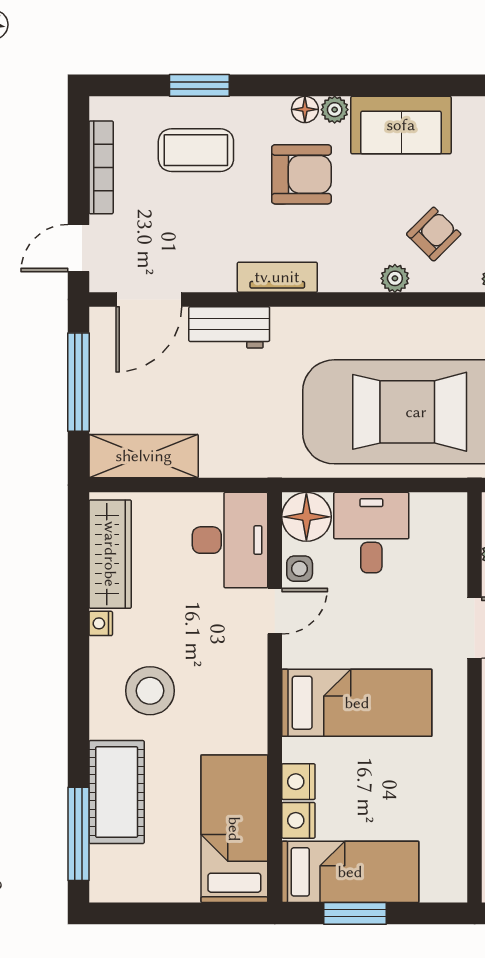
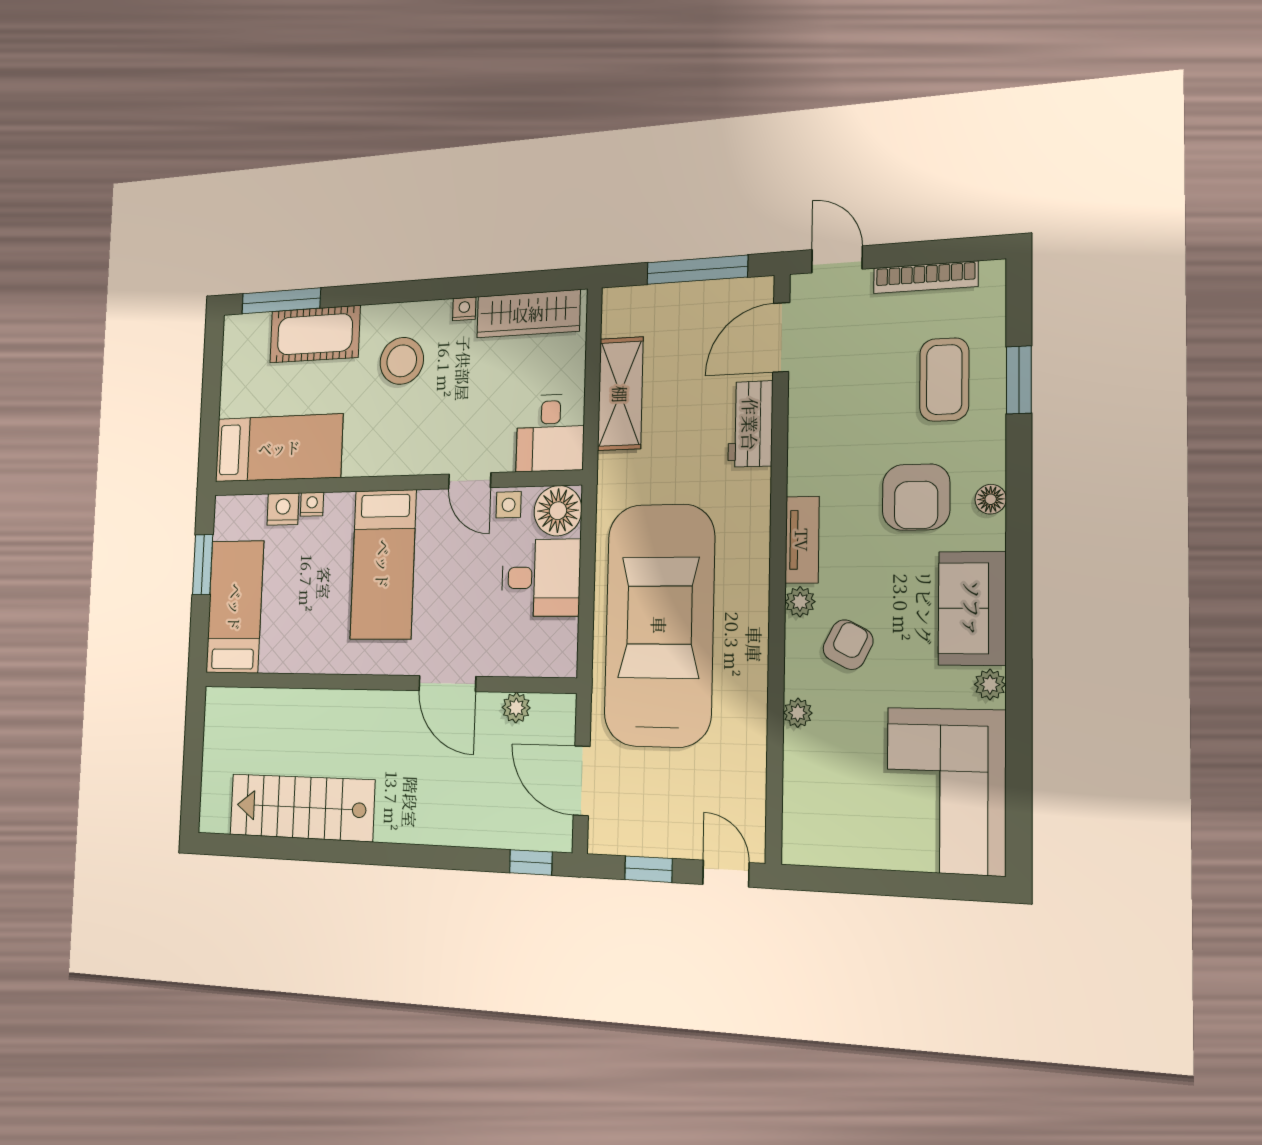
plant: (335, 110) -> (990, 684), moved
armchair: (434, 234) -> (848, 645), turned -108
tv unit: (277, 277) -> (802, 540), moved
door: (149, 300) -> (781, 337), hinge flipped
shelving: (144, 456) -> (620, 394), moved
desk: (230, 540) -> (550, 433), width x0.73
nightstand: (298, 782) -> (312, 504), width x0.72, depth x0.74
bed: (350, 872) -> (235, 607), moved, turned 180

